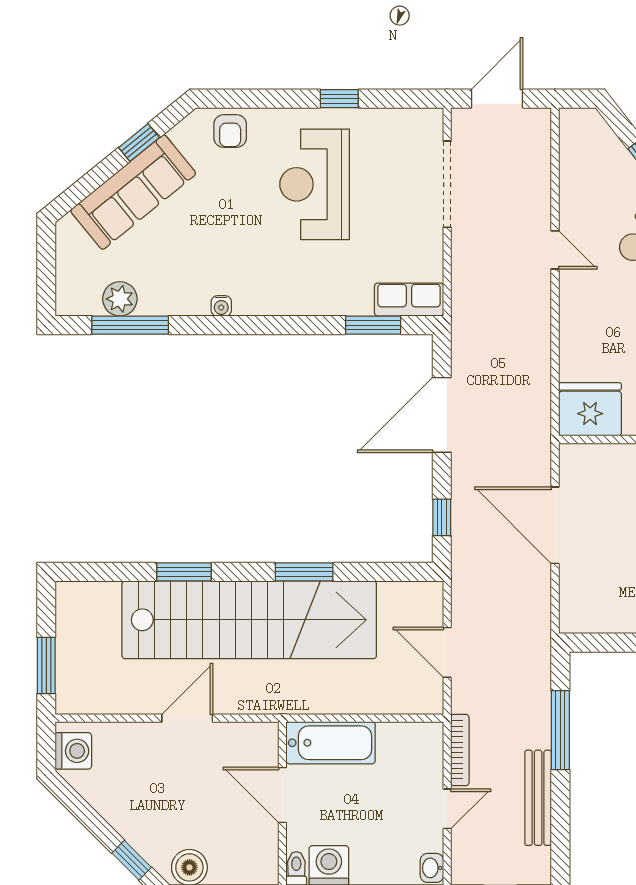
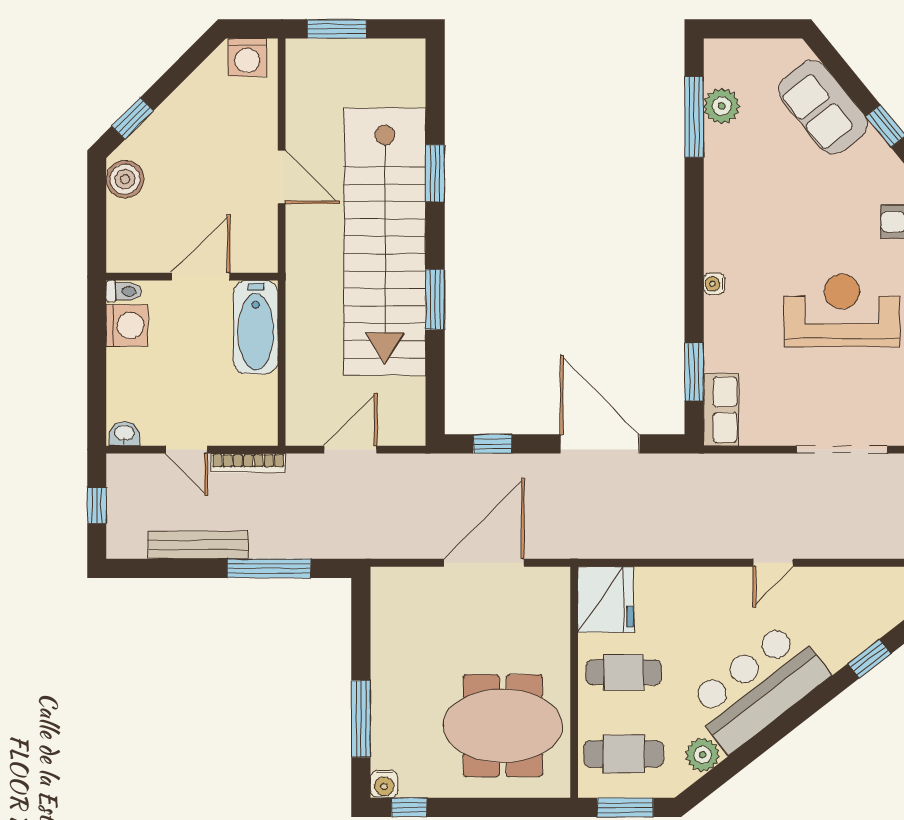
sofa: (133, 192) -> (823, 107), width x0.73
water cooler: (221, 306) -> (714, 284), moved

